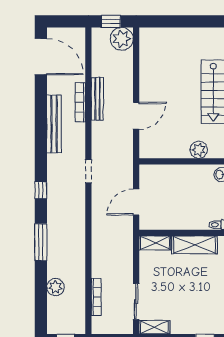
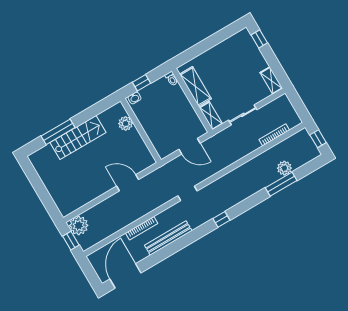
bench: (97, 99) -> (132, 218), removed
window: (41, 242) -> (281, 184), moved
sliding door: (136, 301) -> (243, 115), moved

